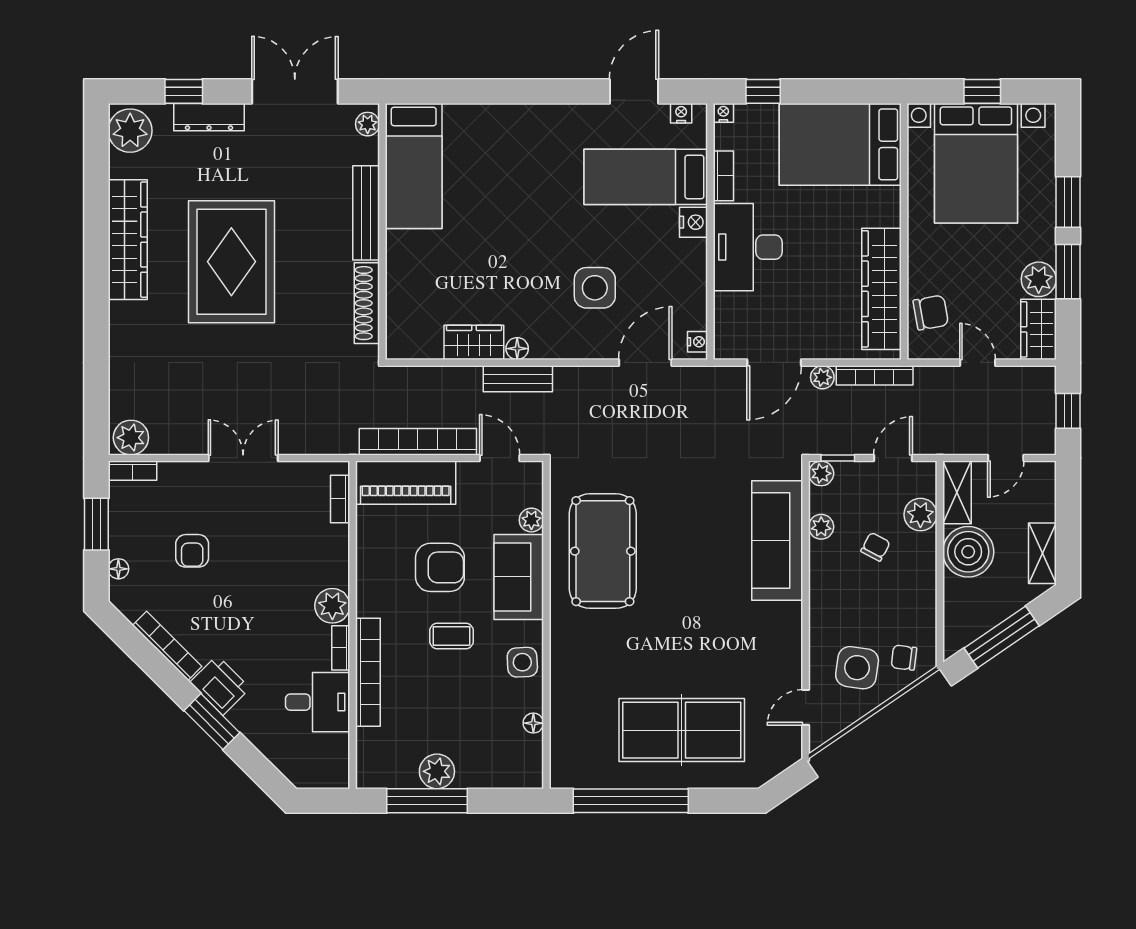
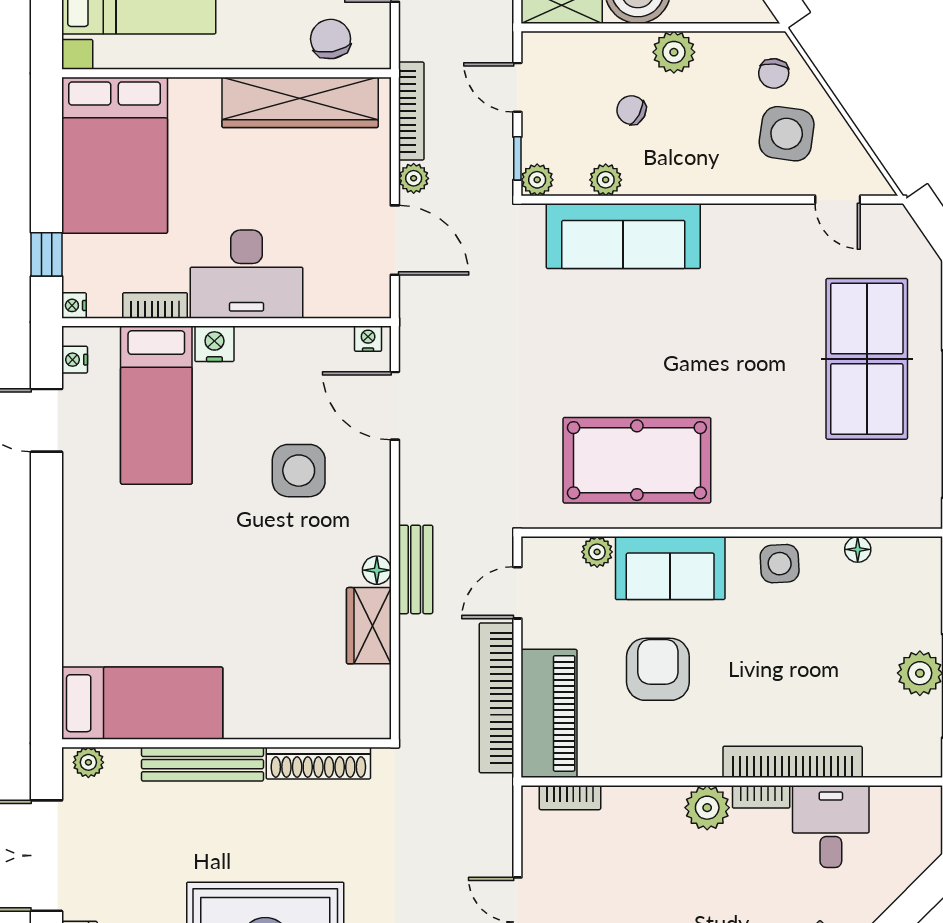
plant: (920, 515) -> (674, 52), moved
coffee table: (452, 636) -> (746, 655), removed

